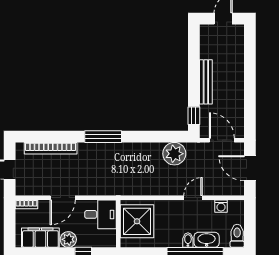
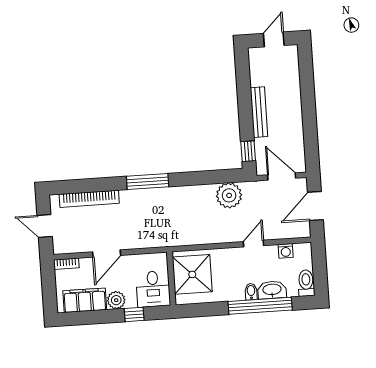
door: (250, 168) -> (315, 206), hinge flipped
desk: (100, 214) -> (153, 289), moved, turned 90

